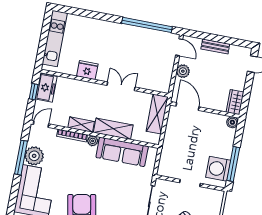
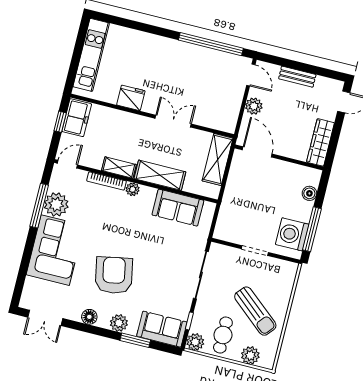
wardrobe: (235, 102) -> (320, 142), width x1.50
boiler: (232, 122) -> (309, 193), moved
sofa: (122, 152) -> (178, 208), width x0.73

